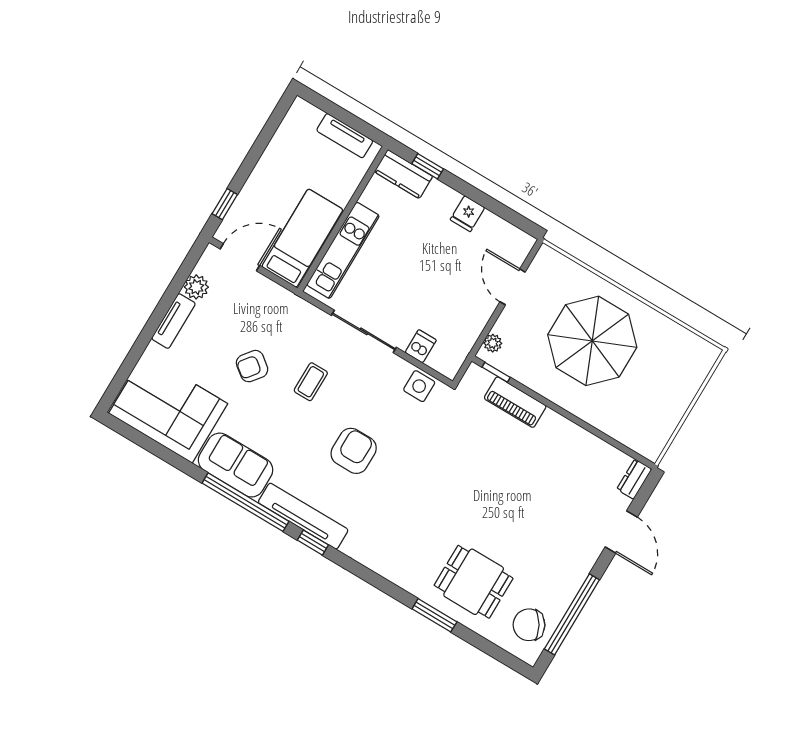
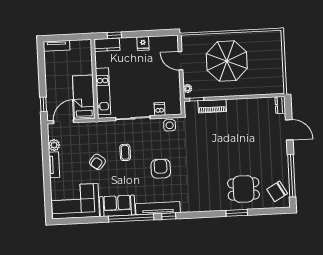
tv unit: (345, 136) -> (56, 46), moved

